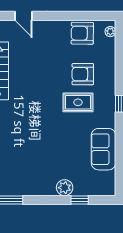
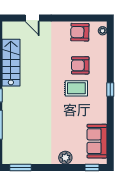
sofa: (103, 149) -> (97, 141), moved
window: (80, 200) -> (92, 168), moved

